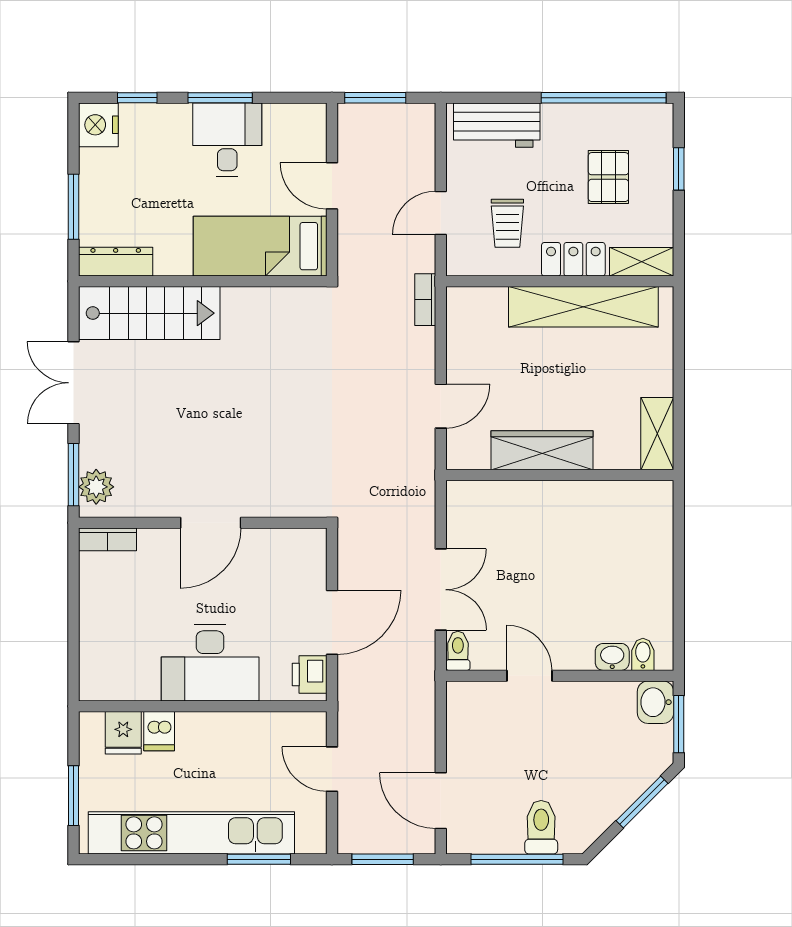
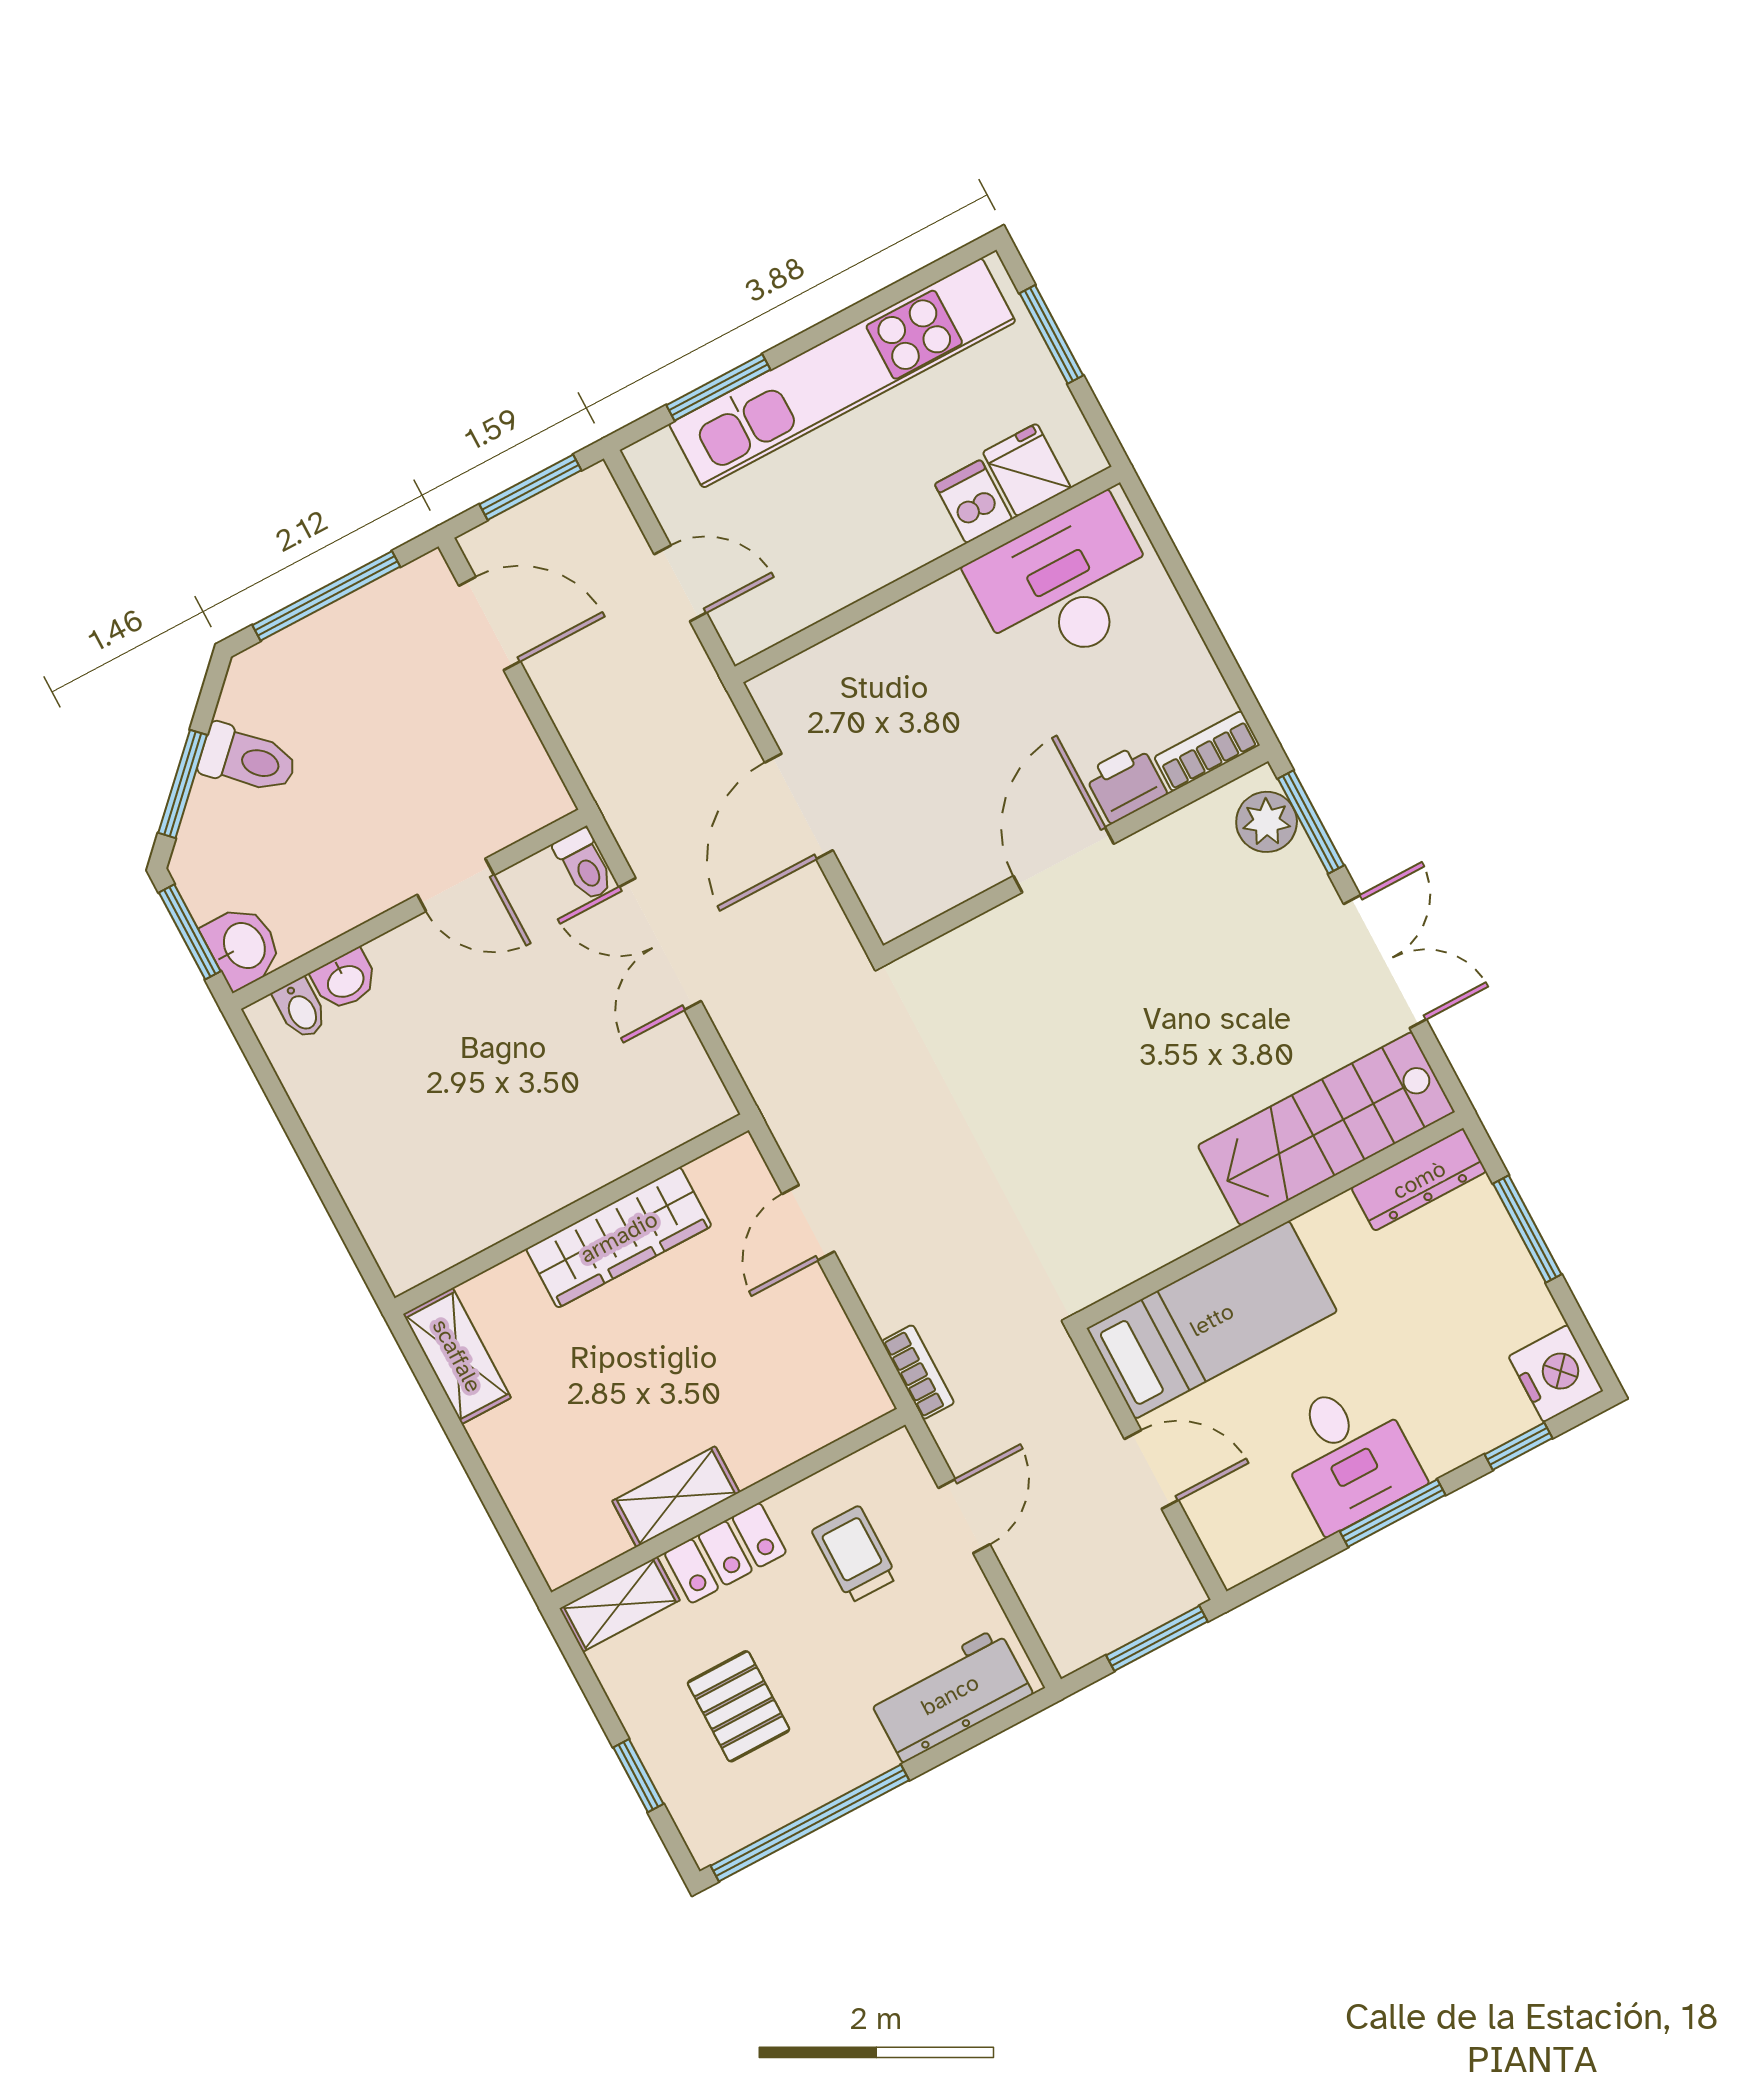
shelving: (583, 307) -> (676, 1497), width x0.45, depth x0.75
desk: (210, 663) -> (1065, 586), moved
printer: (310, 674) -> (1125, 783), moved, turned -90
toilet: (541, 827) -> (248, 759), moved, turned -45

